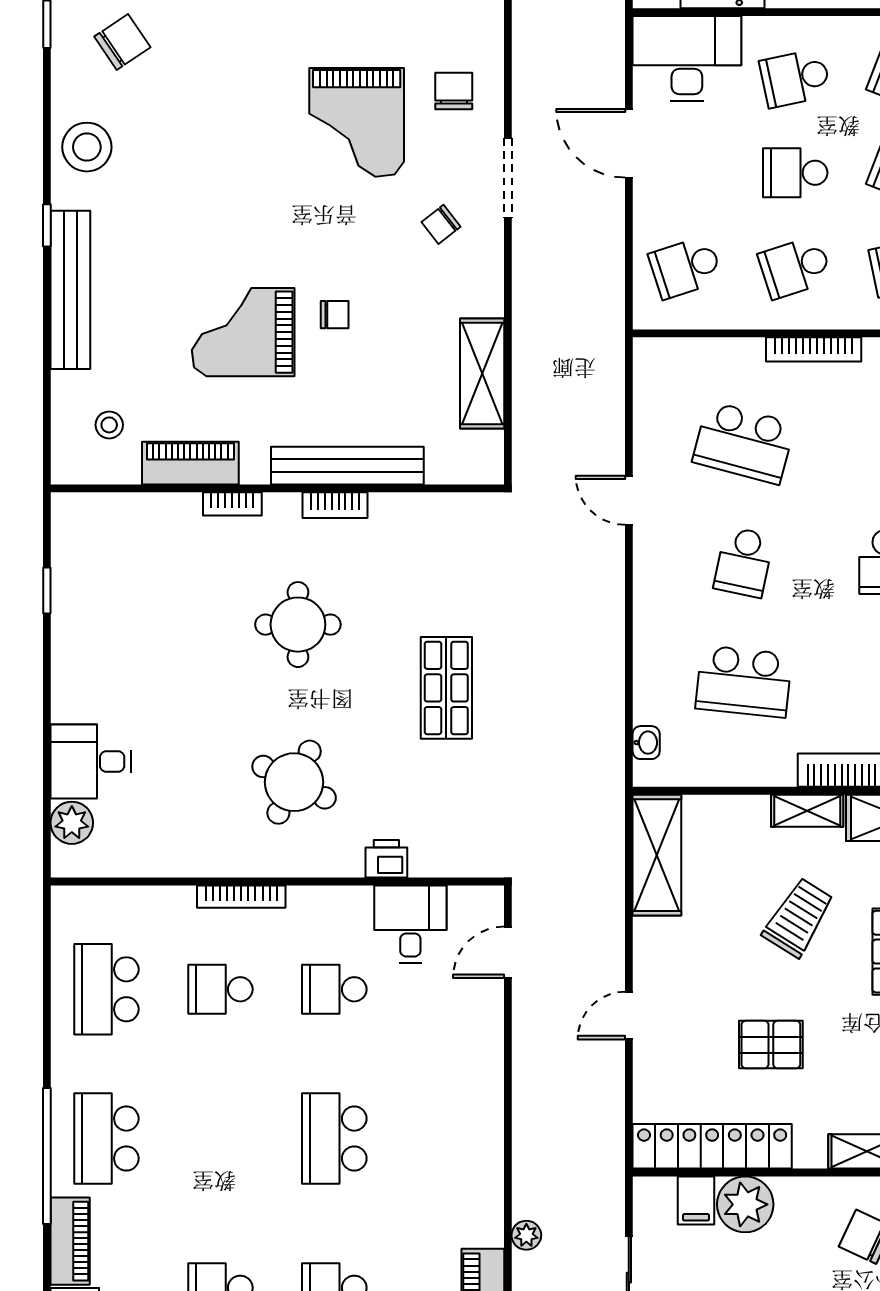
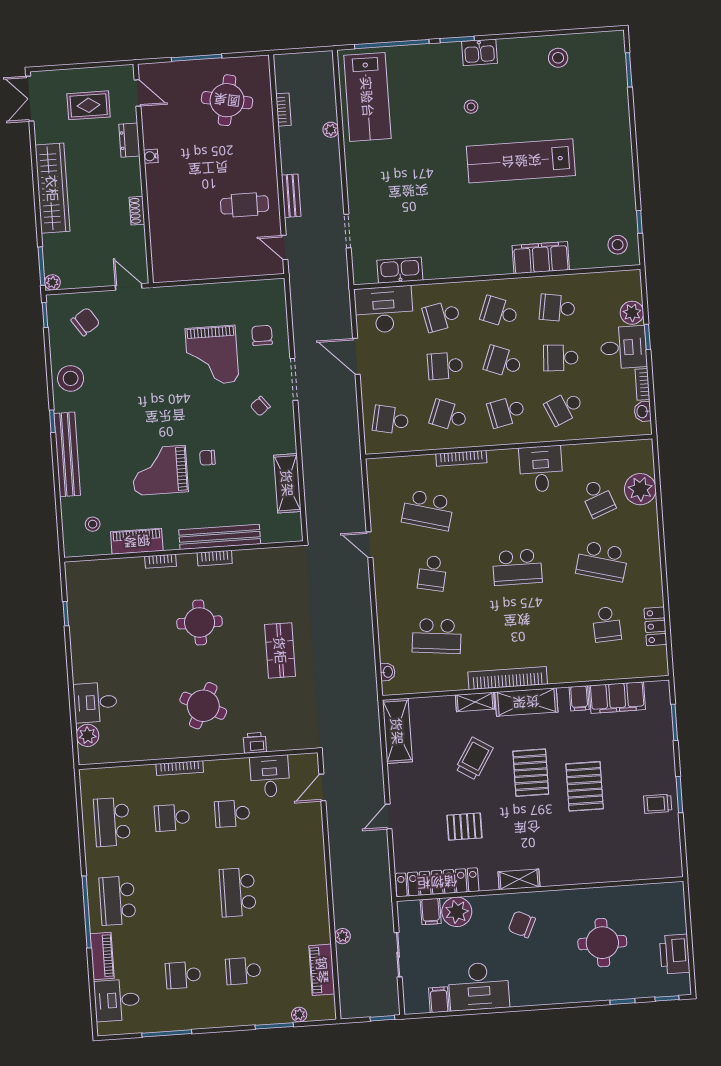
school desk: (685, 267) -> (391, 420), turned 30
school desk: (795, 267) -> (449, 416), turned 39
chair: (335, 315) -> (207, 458), turned 180

